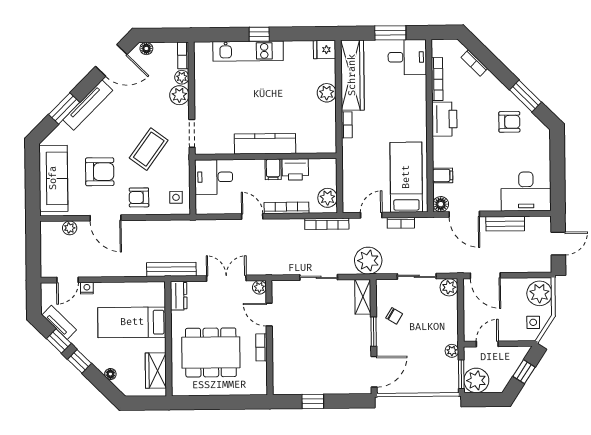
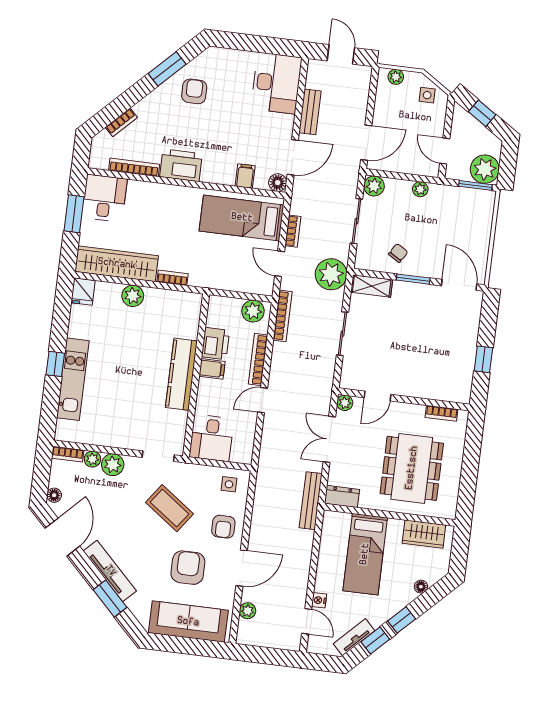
plant: (539, 293) -> (396, 77), width x0.53, depth x0.53
bookcase: (261, 347) -> (442, 413), moved
plant: (452, 351) -> (420, 189), moved

